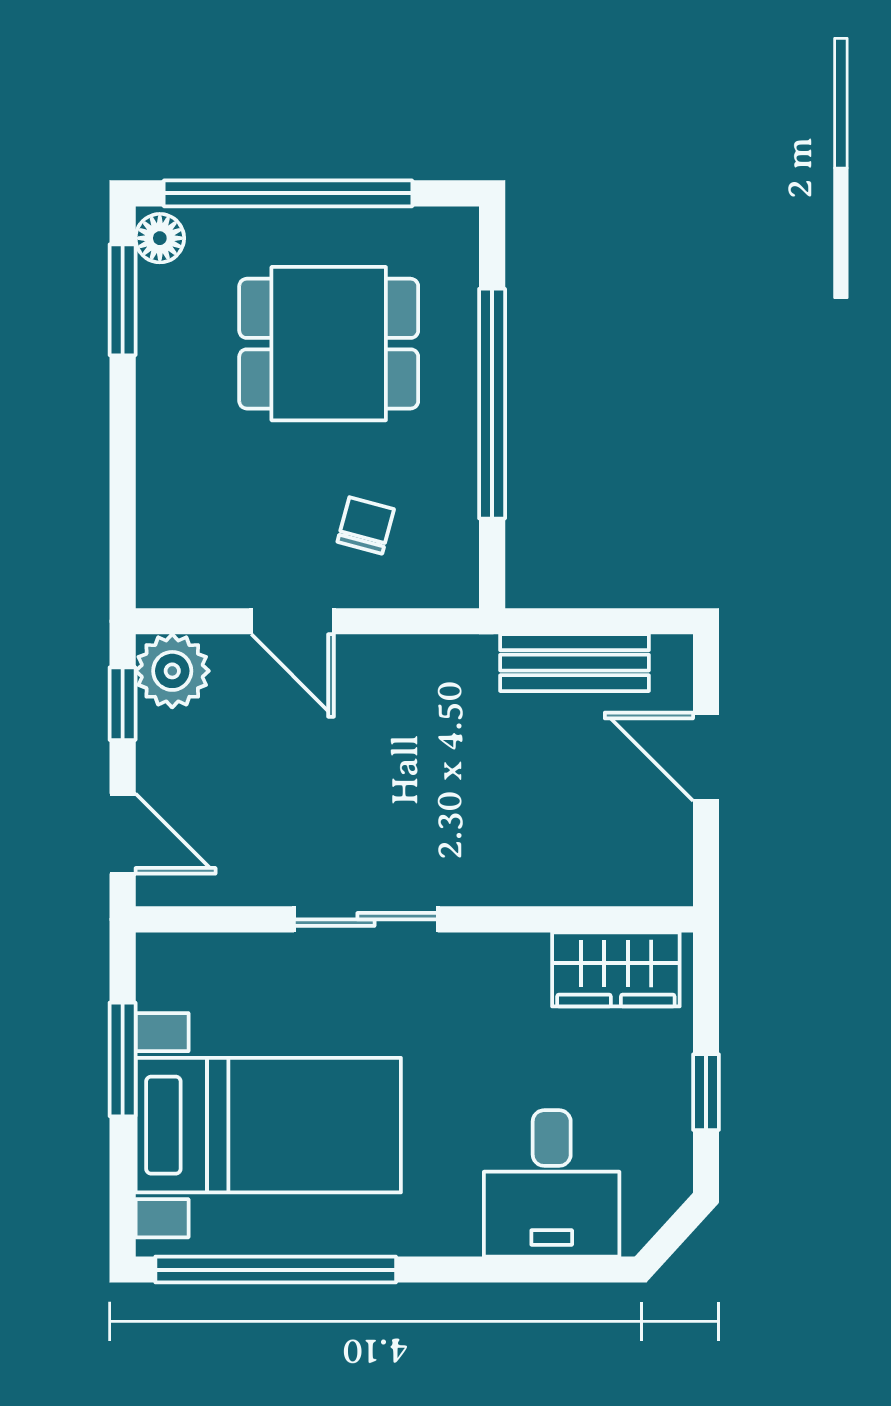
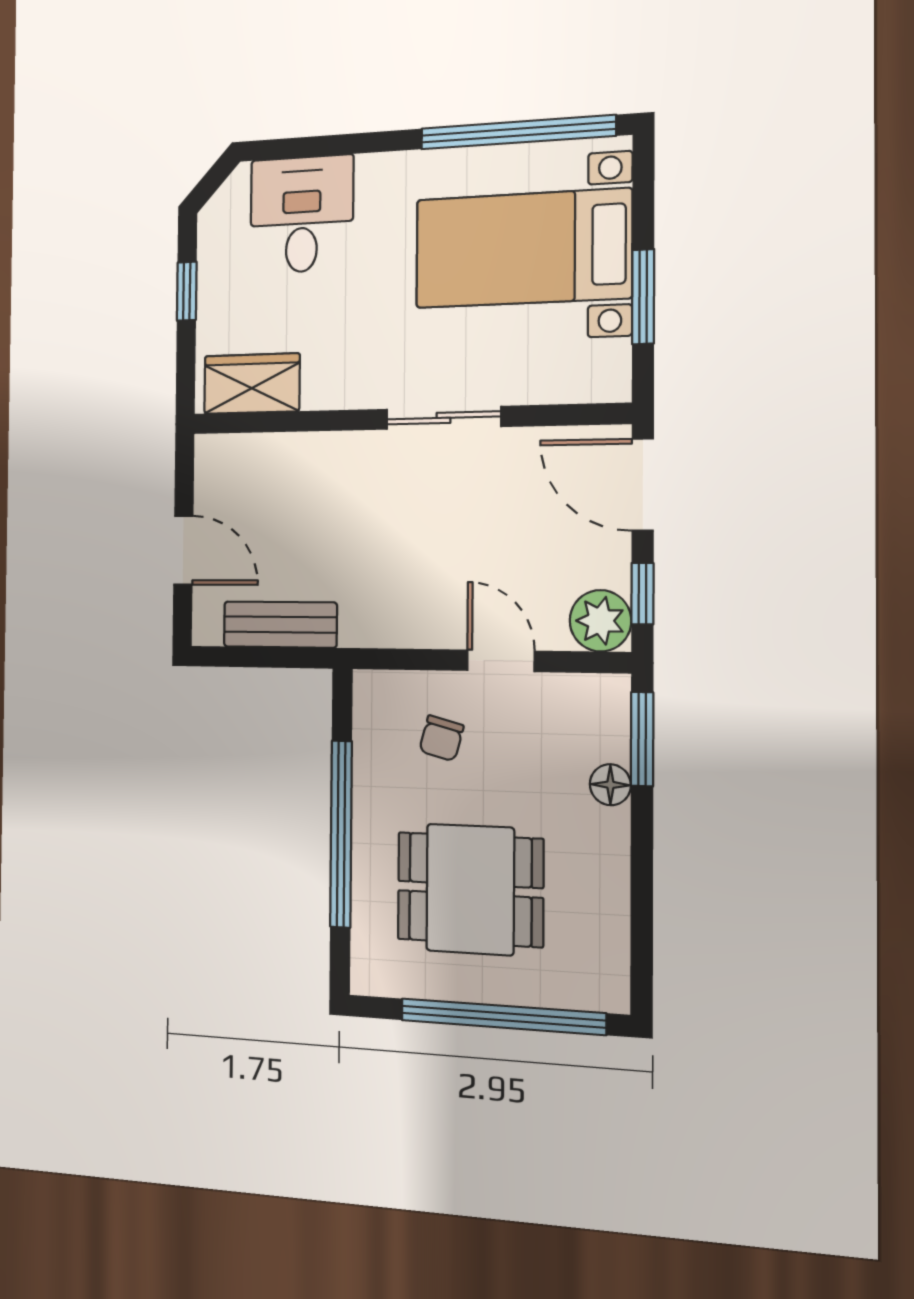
floor lamp: (160, 238) -> (610, 785), moved
window: (123, 300) -> (642, 739), moved
door: (123, 834) -> (643, 485), width x1.38

